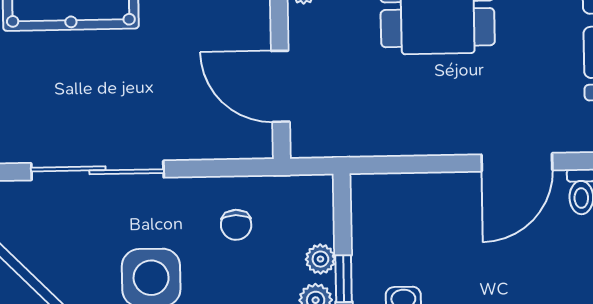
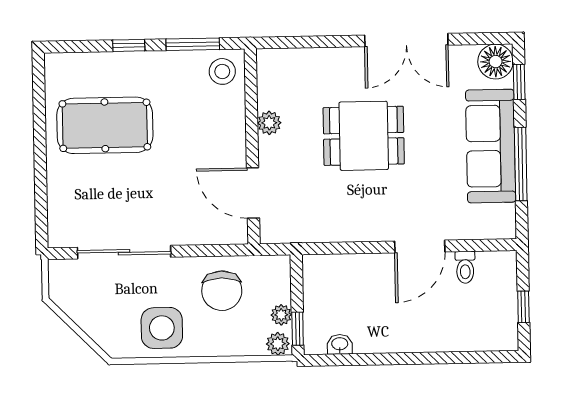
chair: (236, 225) -> (222, 291), width x1.87, depth x1.87

